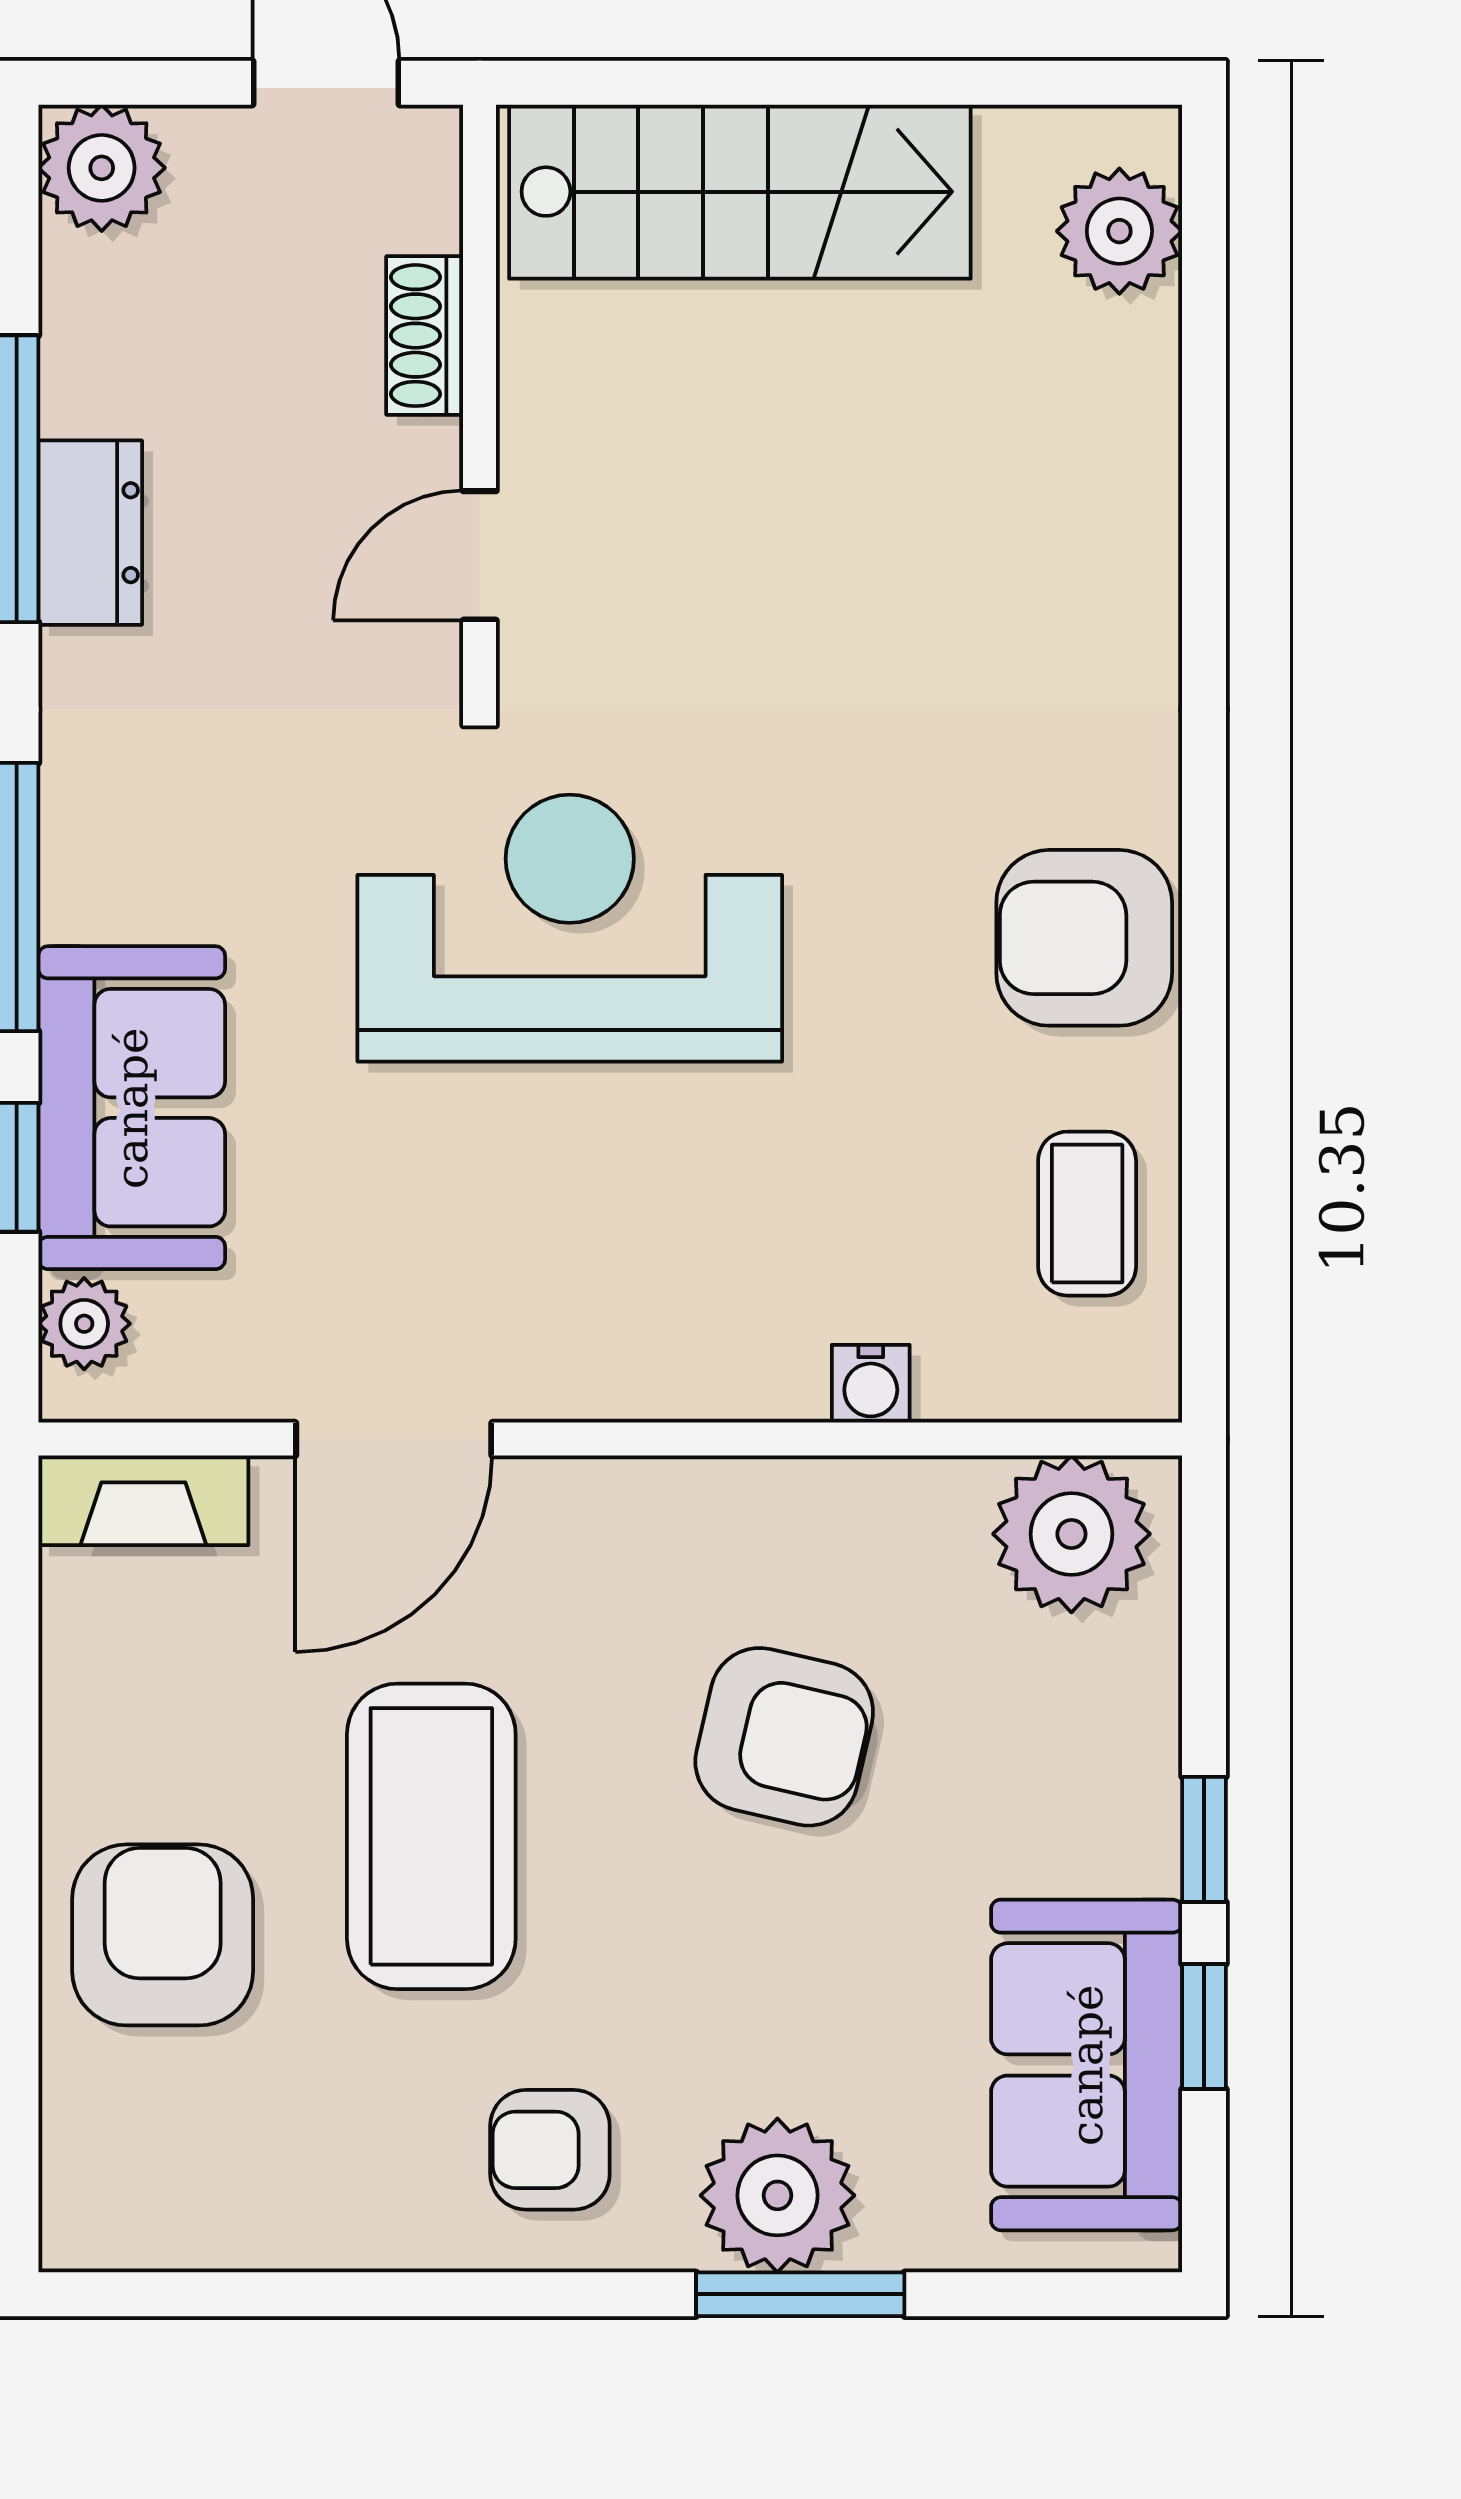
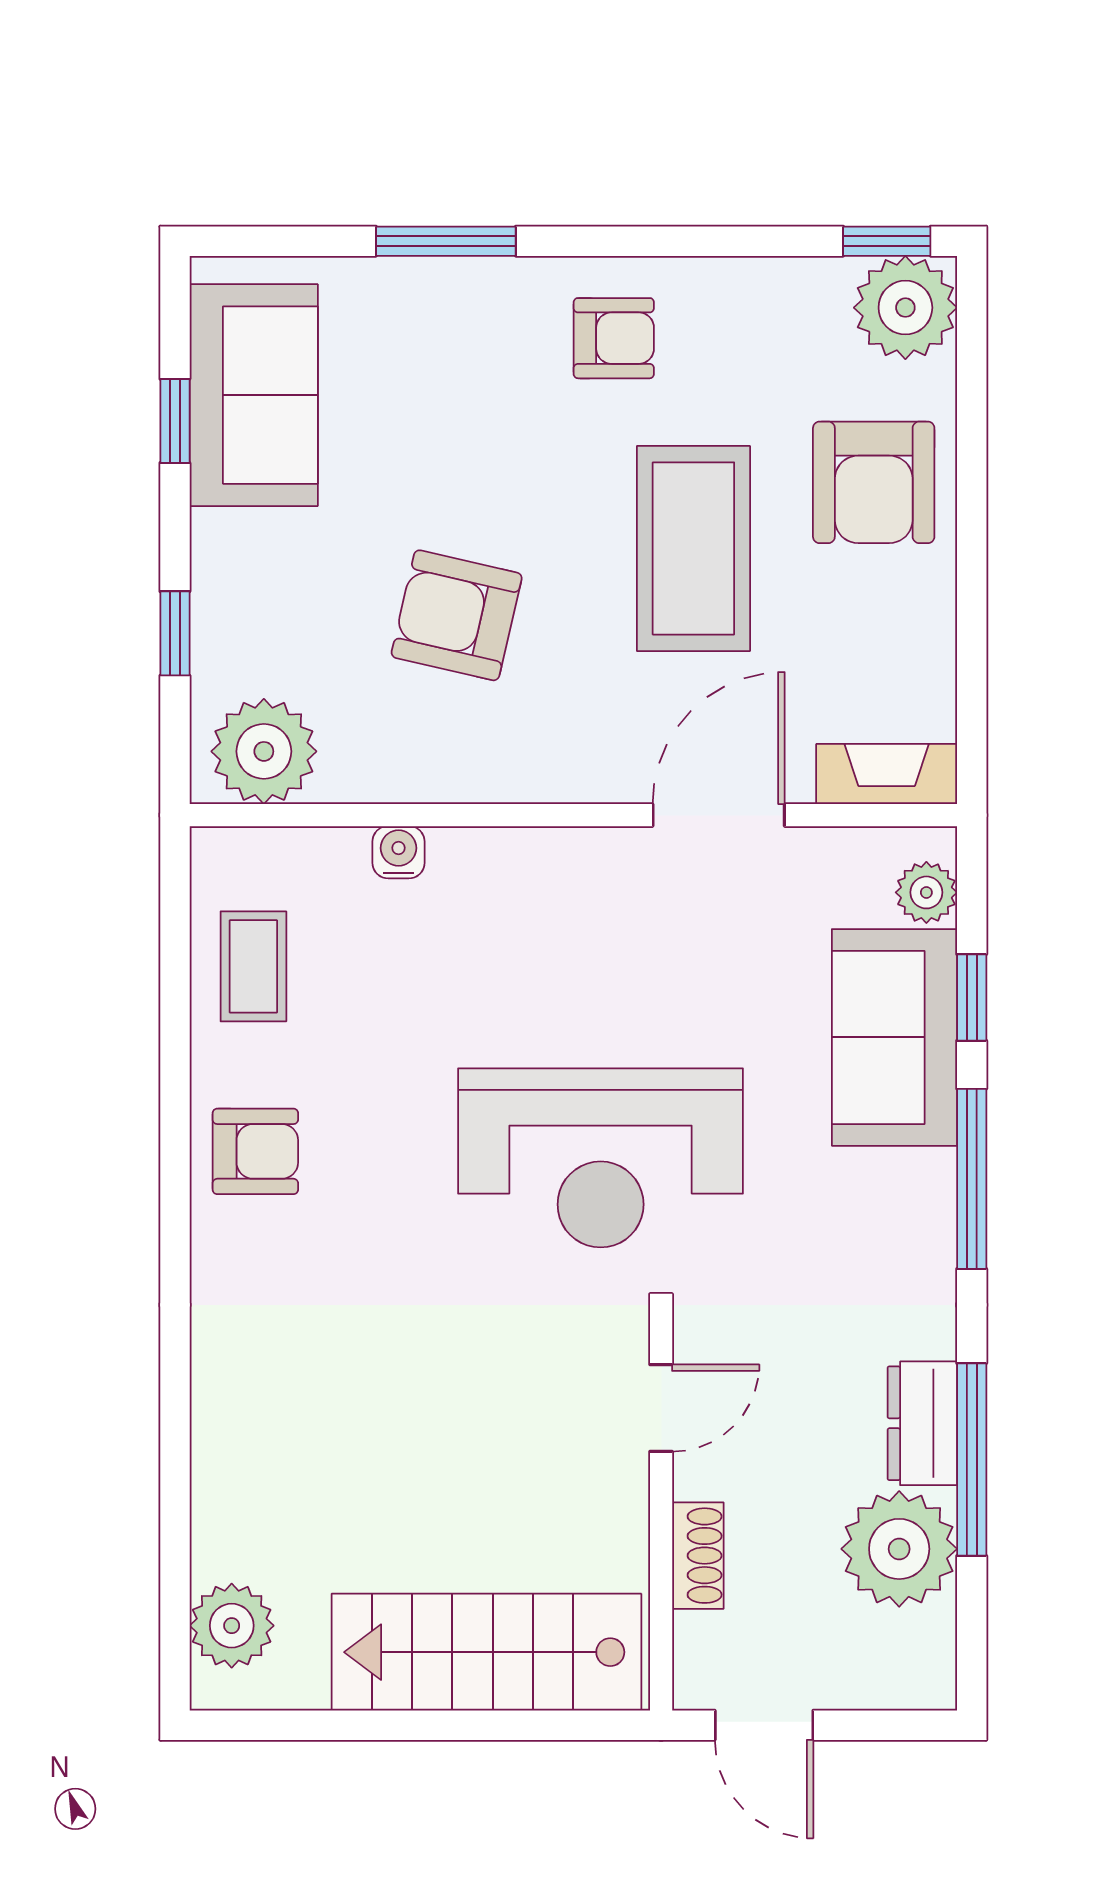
plant: (102, 168) -> (899, 1549), moved, width x1.36, depth x1.36
armchair: (1084, 938) -> (255, 1151), width x0.72, depth x0.72
window: (1204, 1839) -> (175, 633), moved
plant: (777, 2195) -> (905, 308), moved
window: (143, 2294) -> (887, 241), added

